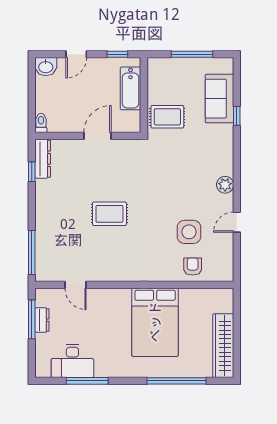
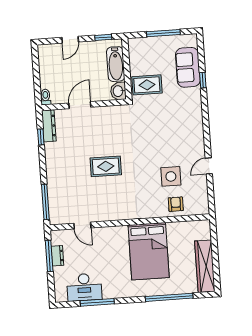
washbasin: (46, 67) -> (118, 91), moved, turned 90
door: (97, 136) -> (80, 105), moved
plant: (225, 185) -> (197, 136), removed

